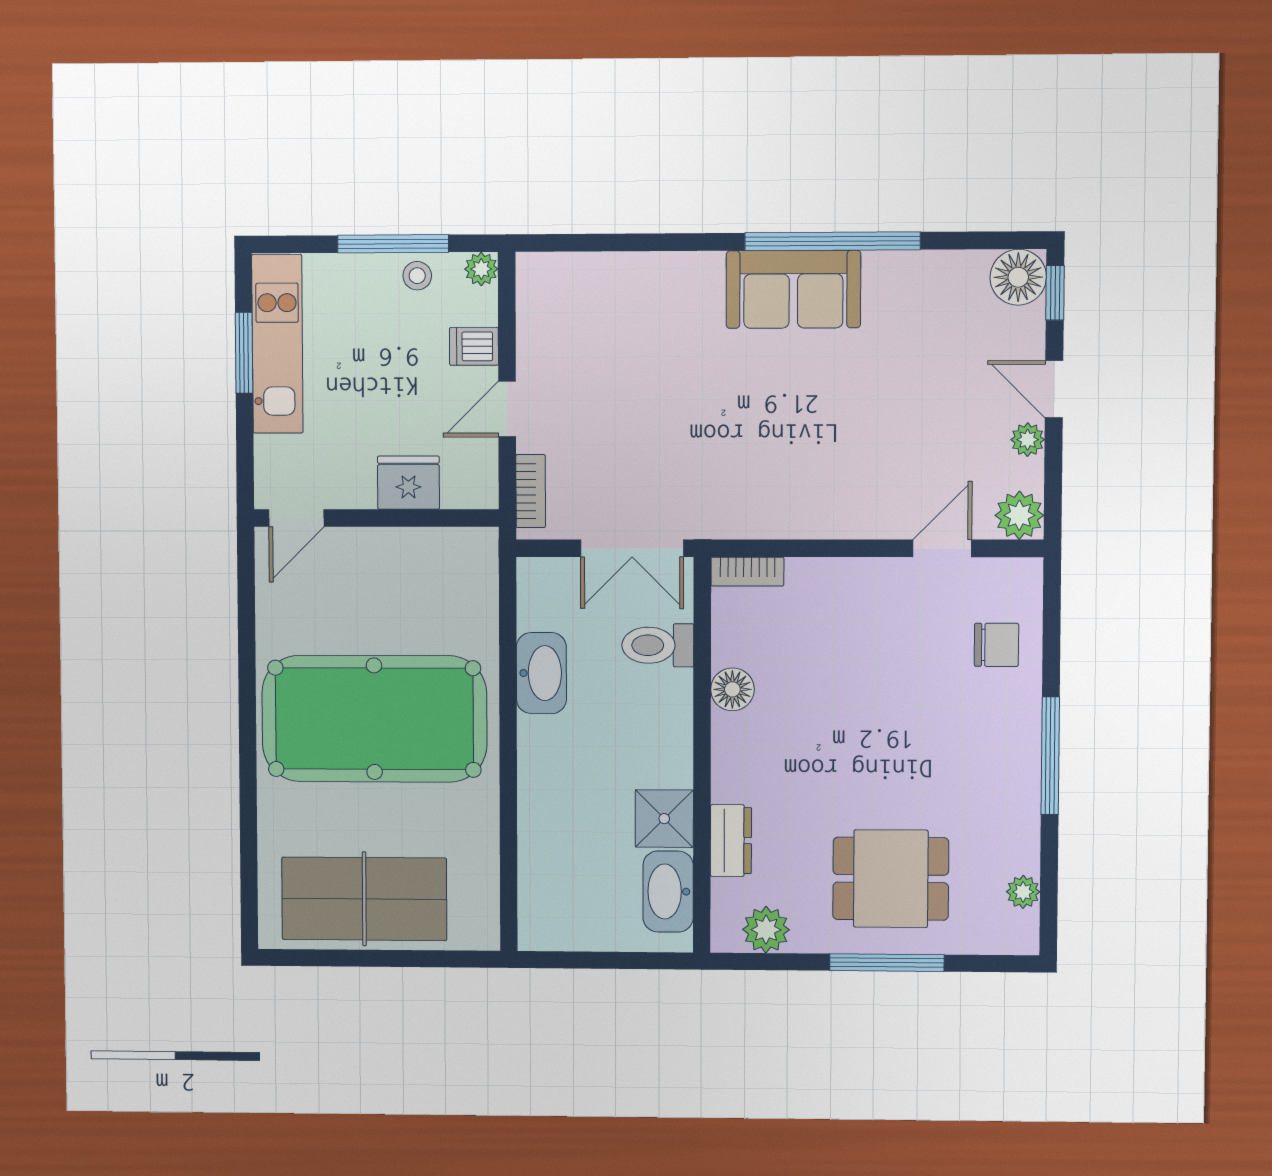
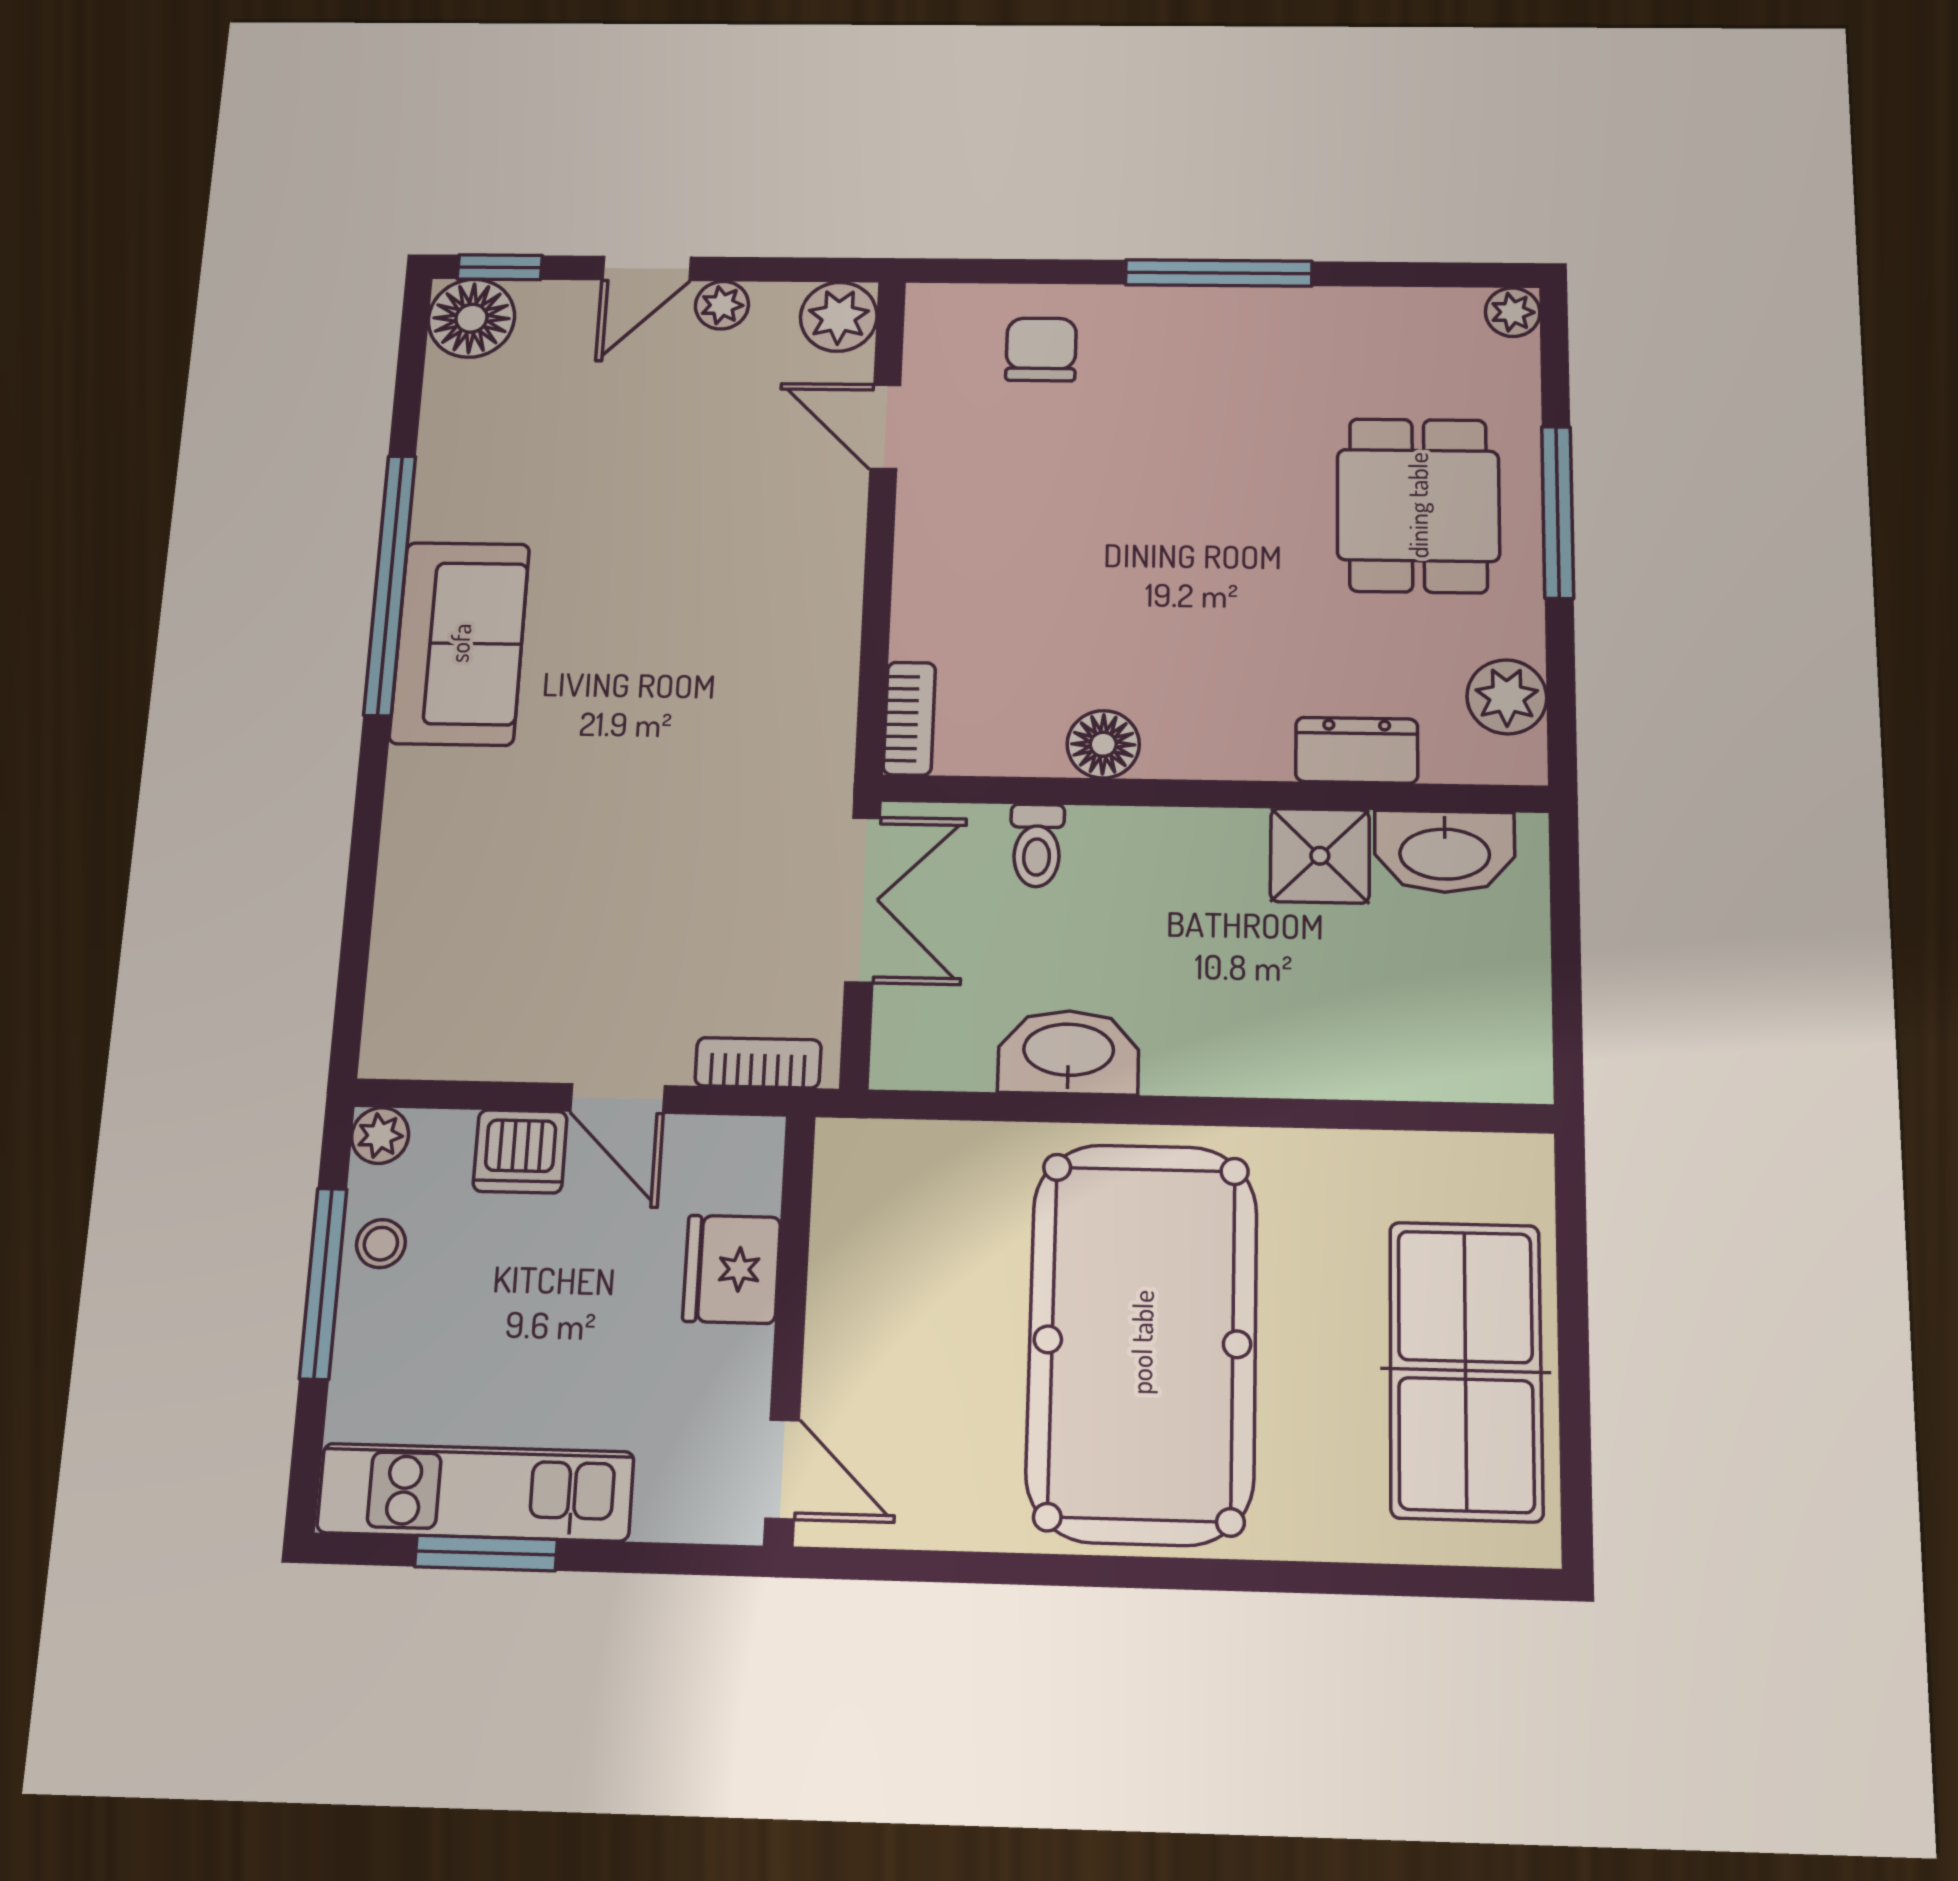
dishwasher: (474, 346) -> (520, 1151), width x1.38
toilet: (658, 645) -> (1037, 845), width x0.73, depth x0.72
plant: (1023, 892) -> (1513, 312), moved

